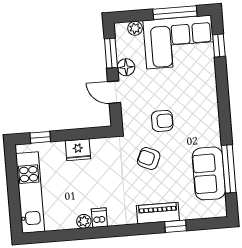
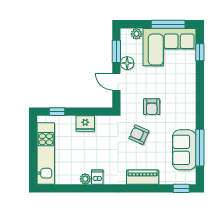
armchair: (162, 121) -> (152, 107), turned 90
window: (176, 226) -> (181, 188), moved

